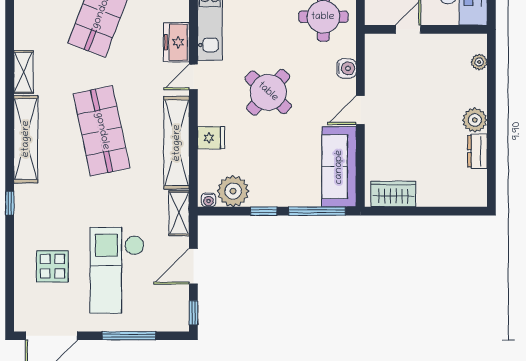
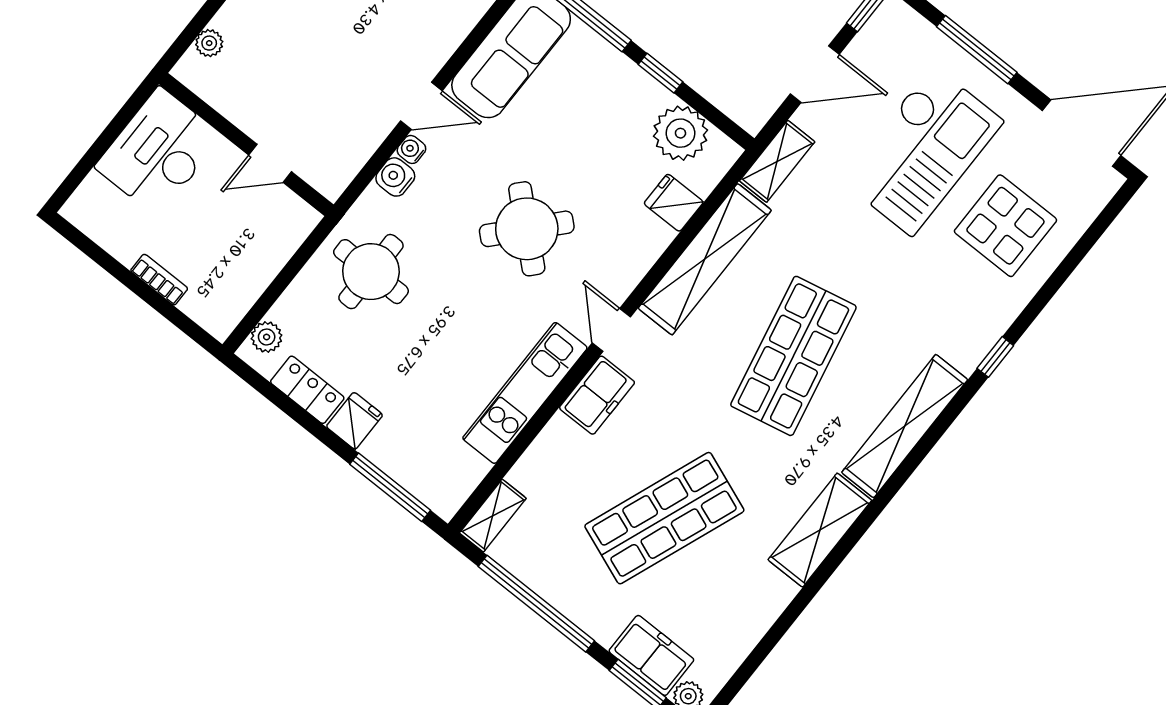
shelving: (24, 72) -> (820, 530), width x1.50, depth x1.33
door: (193, 77) -> (611, 330), swing flipped
fridge: (211, 138) -> (674, 203), moved
water cooler: (209, 200) -> (411, 149), moved, turned -90
display table: (52, 266) -> (1005, 226), width x1.36, depth x1.36

